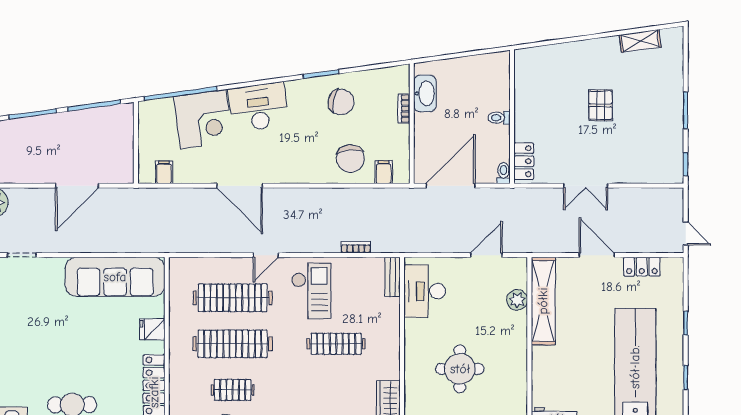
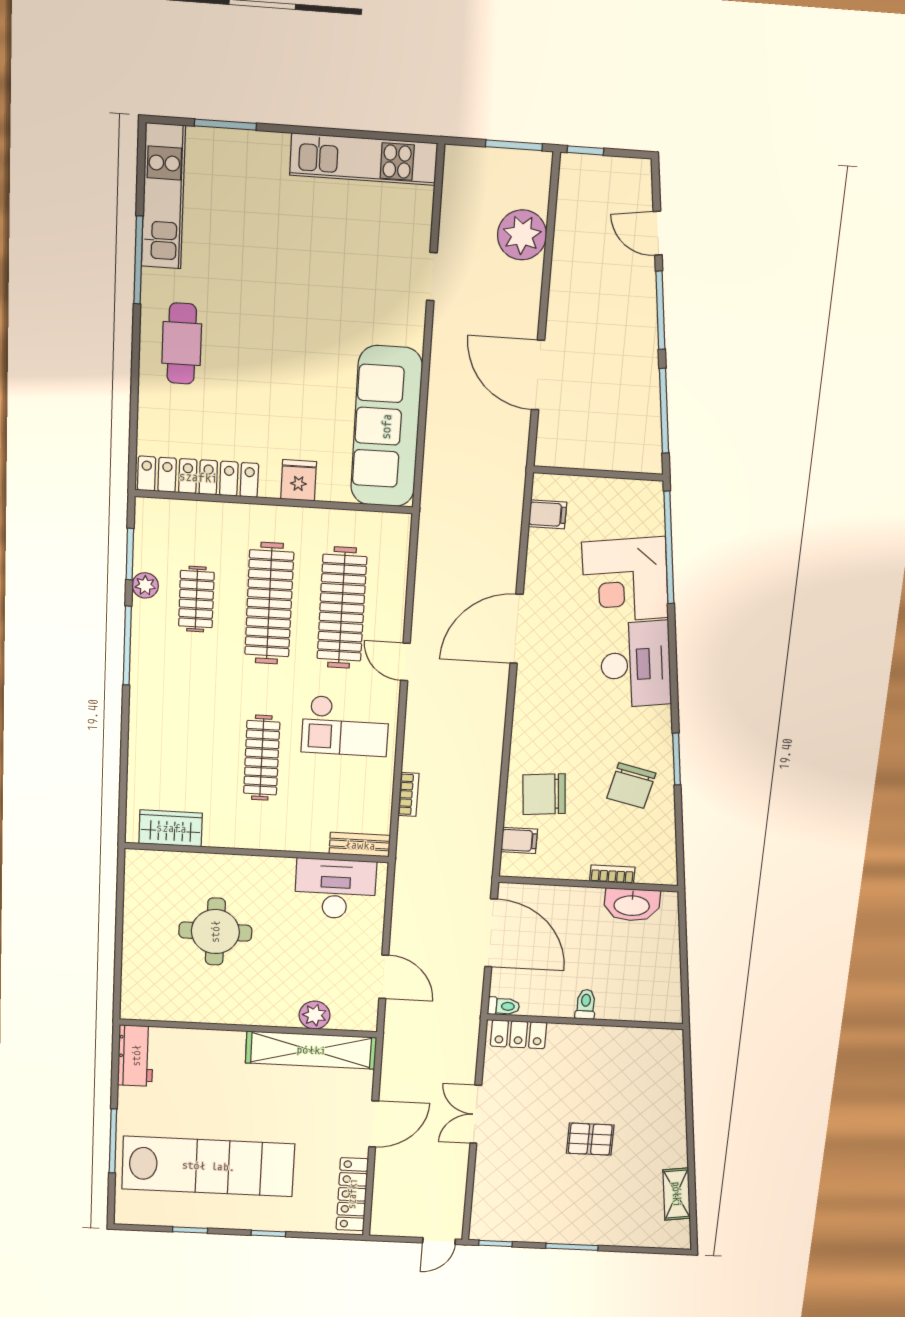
door: (686, 234) -> (439, 1241), moved
locker: (642, 267) -> (352, 1194), width x1.53

